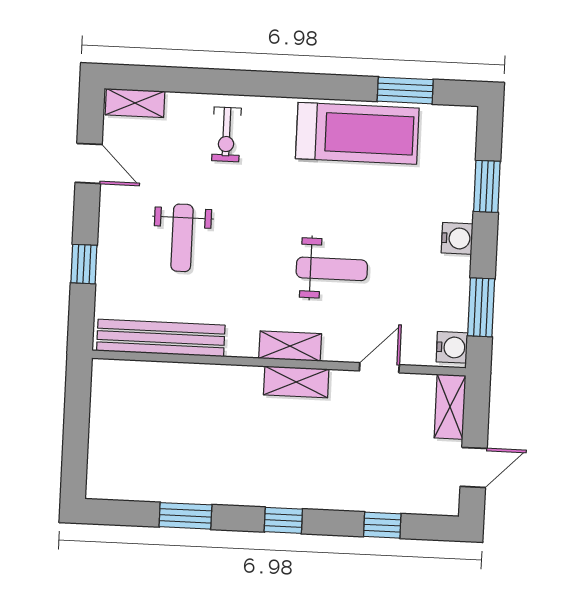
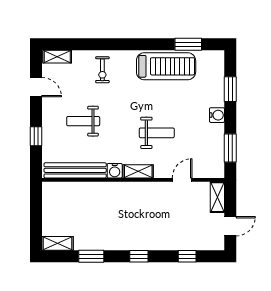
weight bench: (182, 238) -> (83, 121), turned 90
water cooler: (452, 347) -> (115, 171), moved, turned 90
shelving: (296, 382) -> (58, 243), moved

